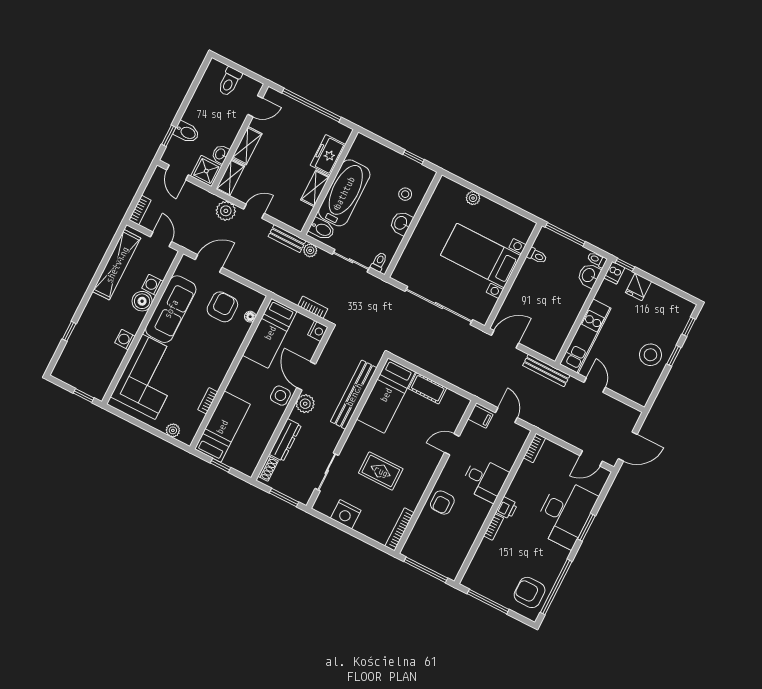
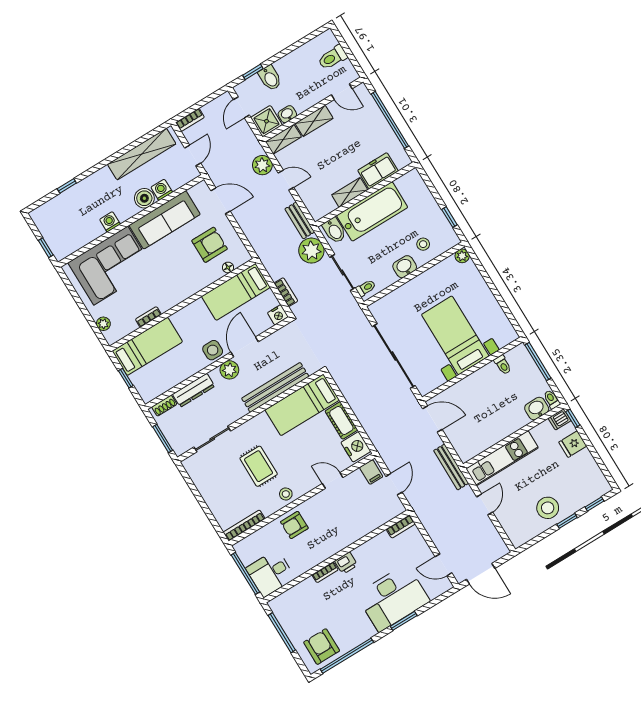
plant: (473, 198) -> (462, 256), moved
plant: (310, 250) -> (311, 251), width x1.87, depth x1.87
stool: (419, 480) -> (286, 494), added
desk: (485, 480) -> (271, 573), moved, turned 90
nightstand: (346, 514) -> (356, 447), moved, turned 180

